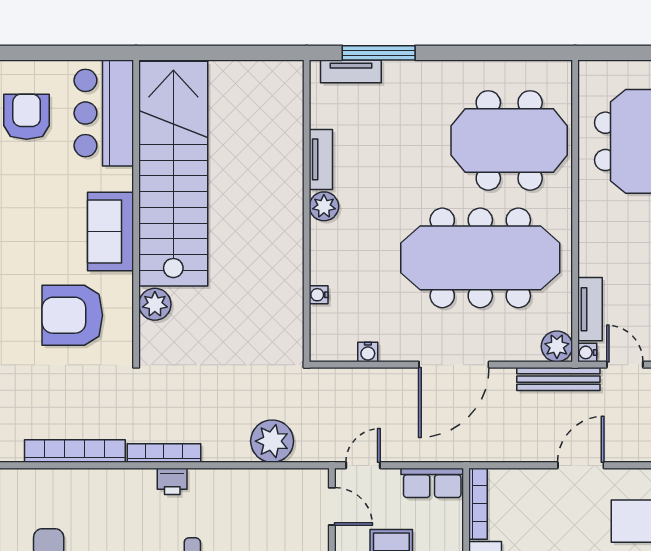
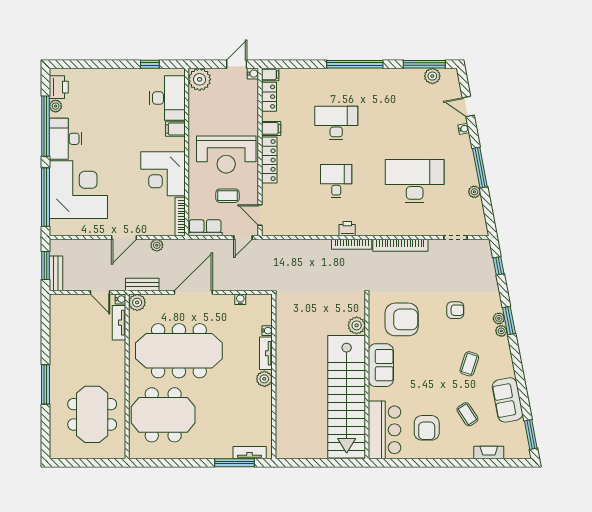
tv unit: (321, 159) -> (266, 353), moved
bench: (558, 379) -> (142, 285), width x0.73
plant: (272, 441) -> (157, 245), moved, width x0.53, depth x0.53

